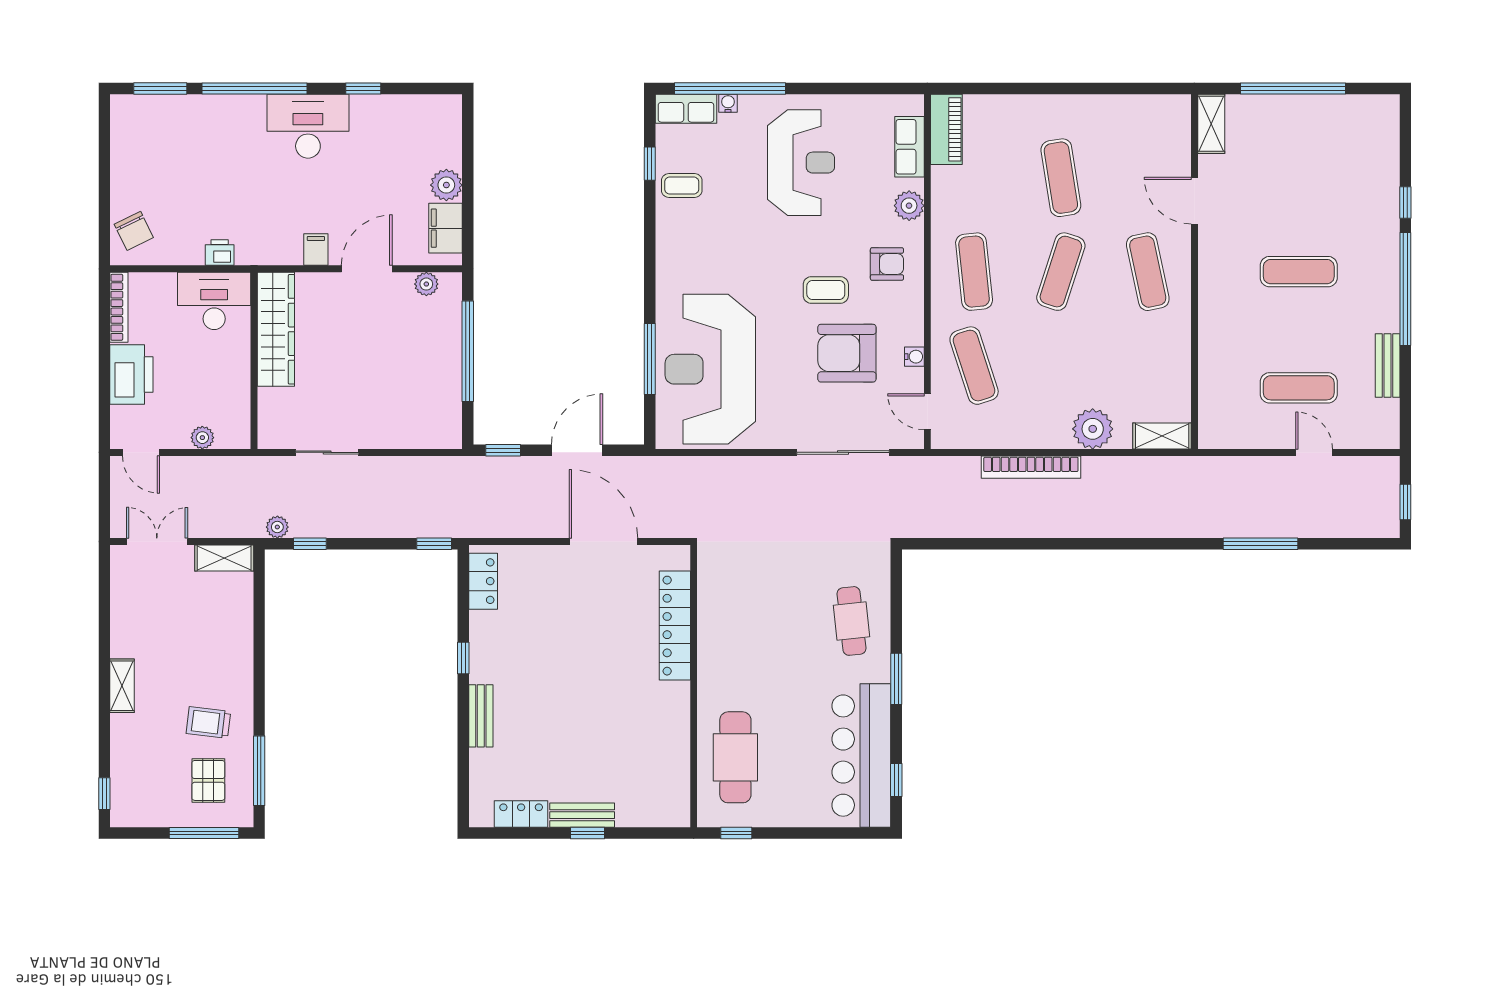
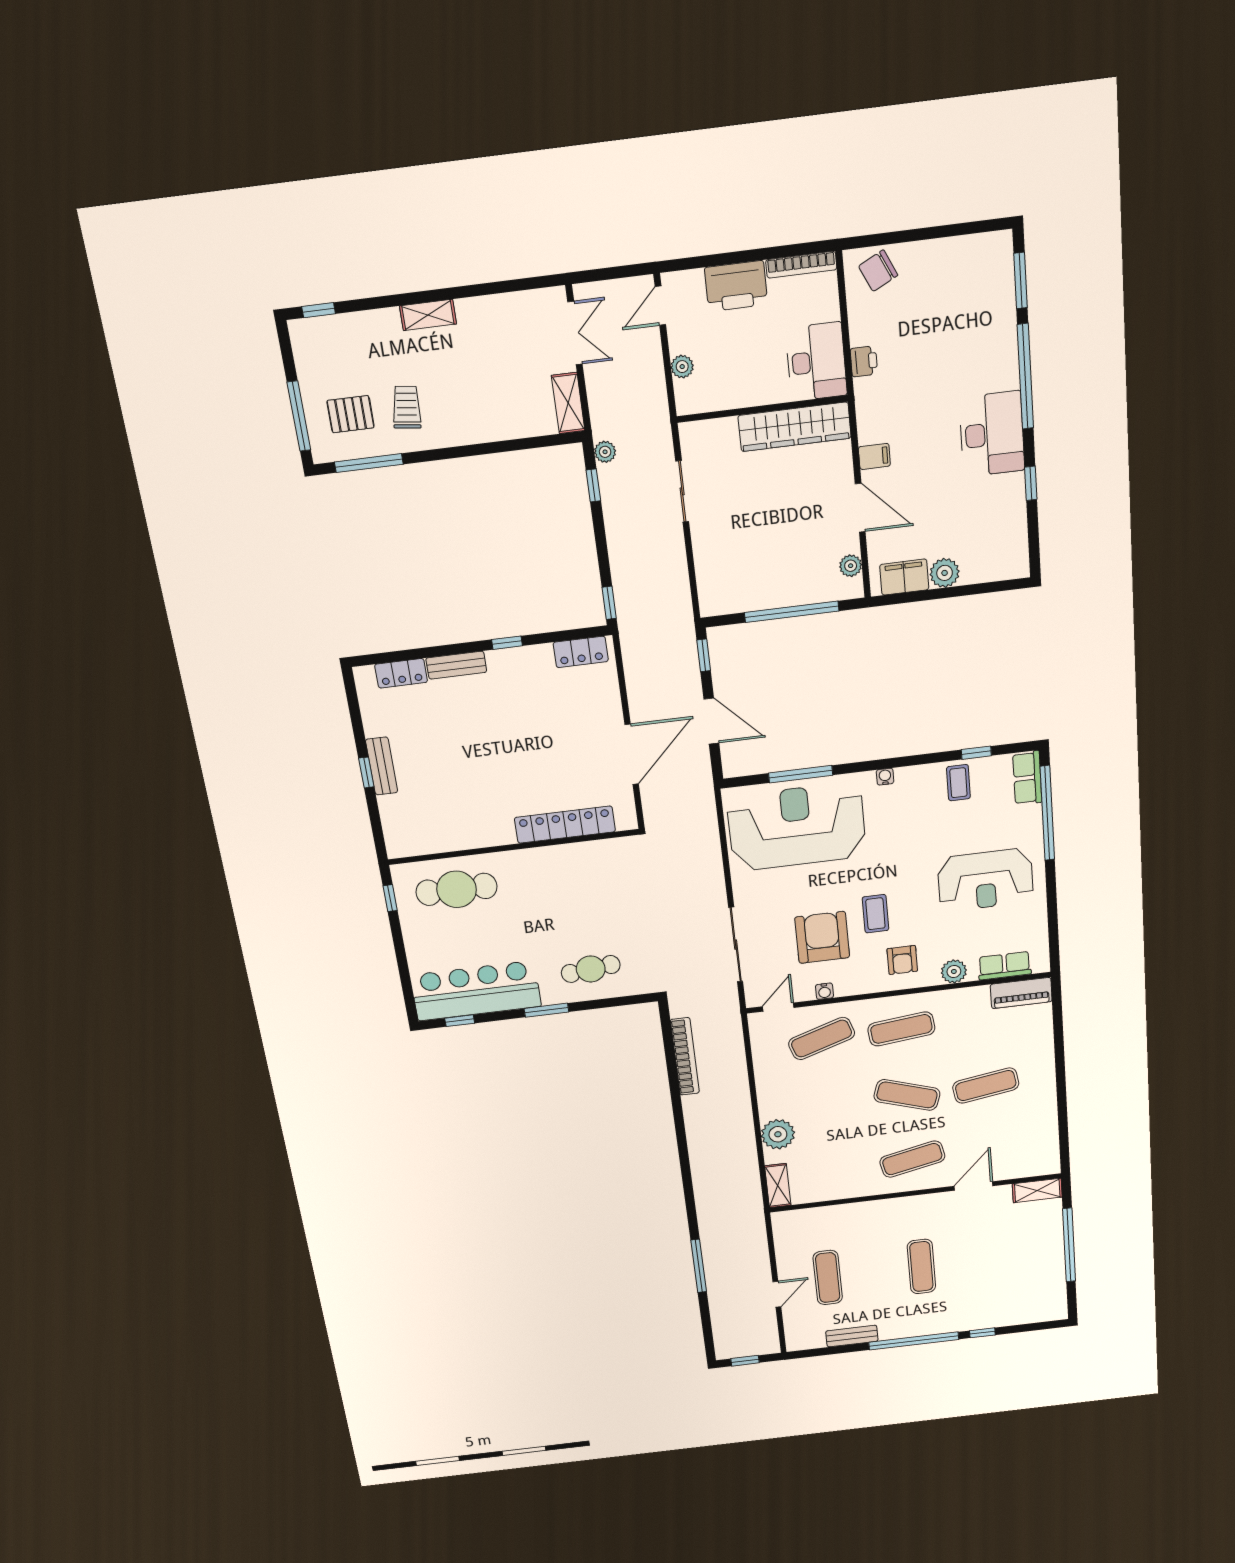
water cooler: (728, 103) -> (885, 777), moved, turned -90
bookcase: (1031, 467) -> (685, 1056), moved, turned 180
locker: (521, 814) -> (401, 673), moved, turned 90

